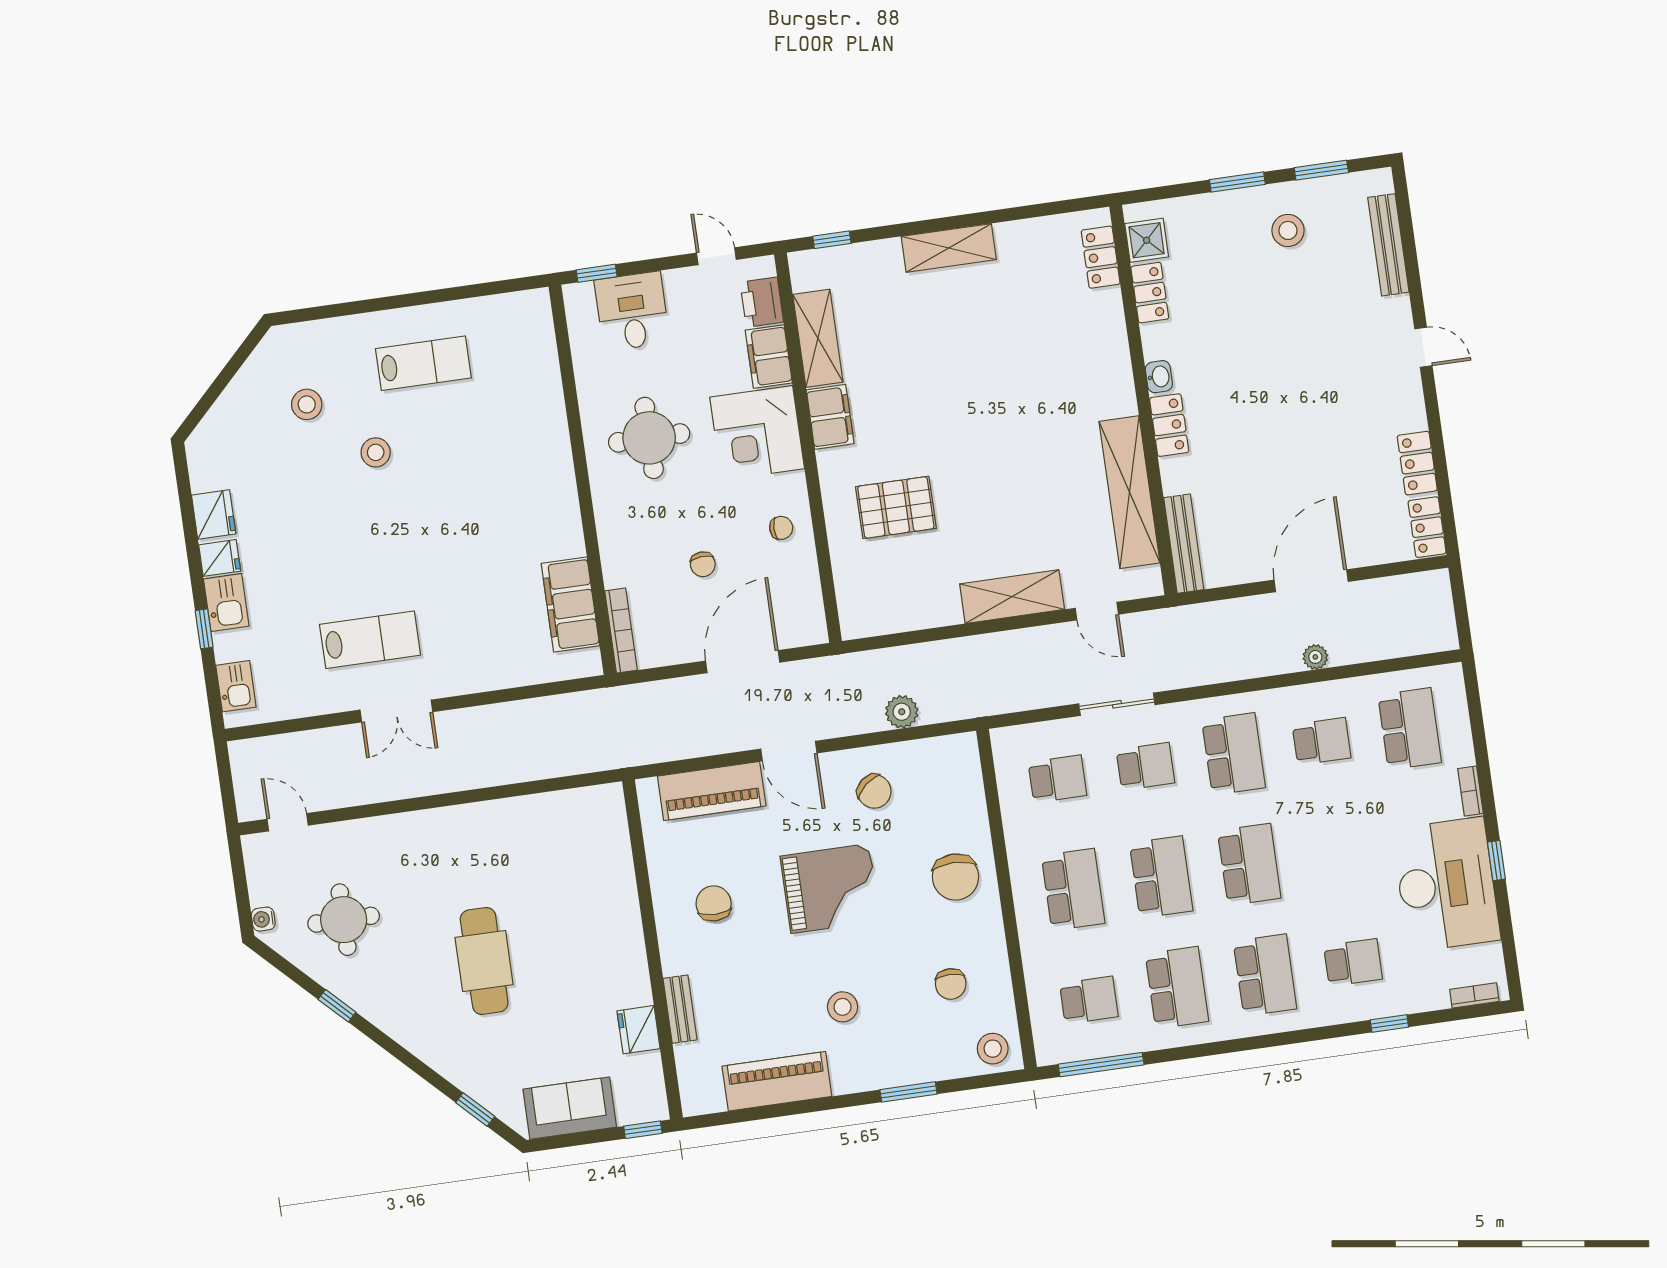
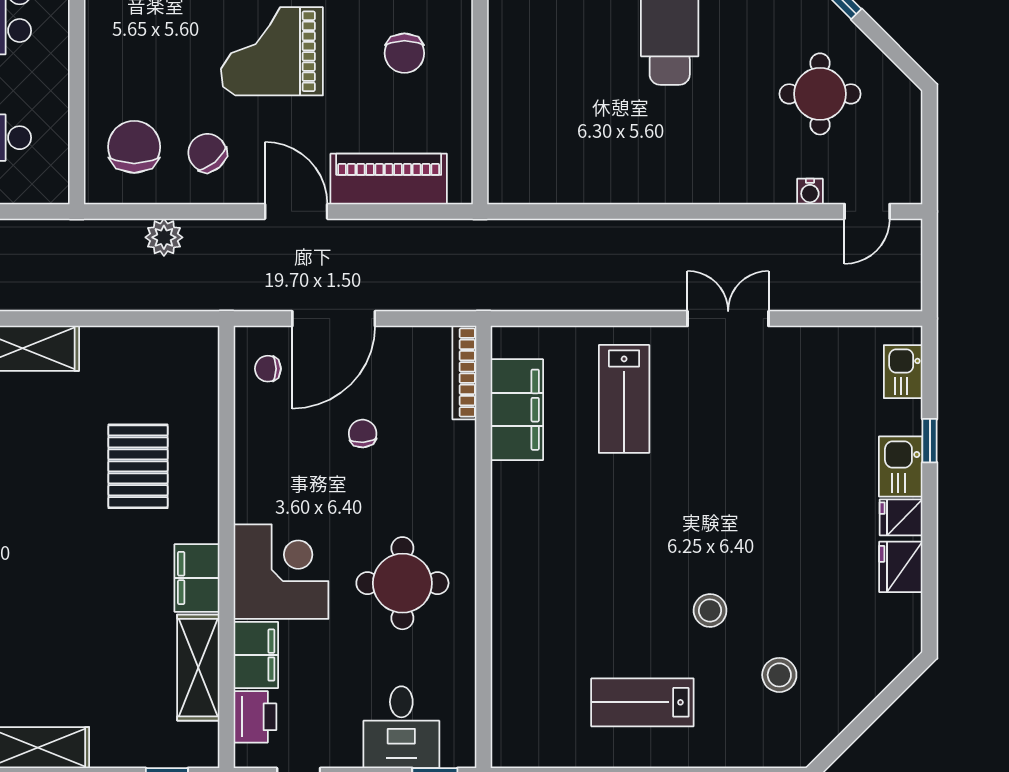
pallet: (896, 507) -> (138, 466), turned 90
chair: (781, 528) -> (268, 369), moved
lab bench: (370, 640) -> (624, 399), moved, turned -90
door: (288, 822) -> (867, 211), hinge flipped
chair: (955, 877) -> (134, 147), moved
water cooler: (263, 919) -> (810, 192), moved, turned 90

